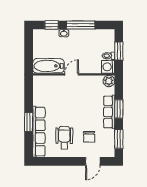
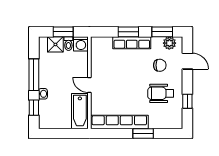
shower: (108, 44) -> (55, 44), added
plant: (109, 81) -> (169, 43), moved
row of seats: (39, 132) -> (119, 122), moved
window: (57, 161) -> (187, 101), added

